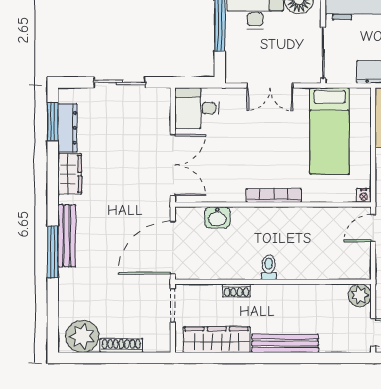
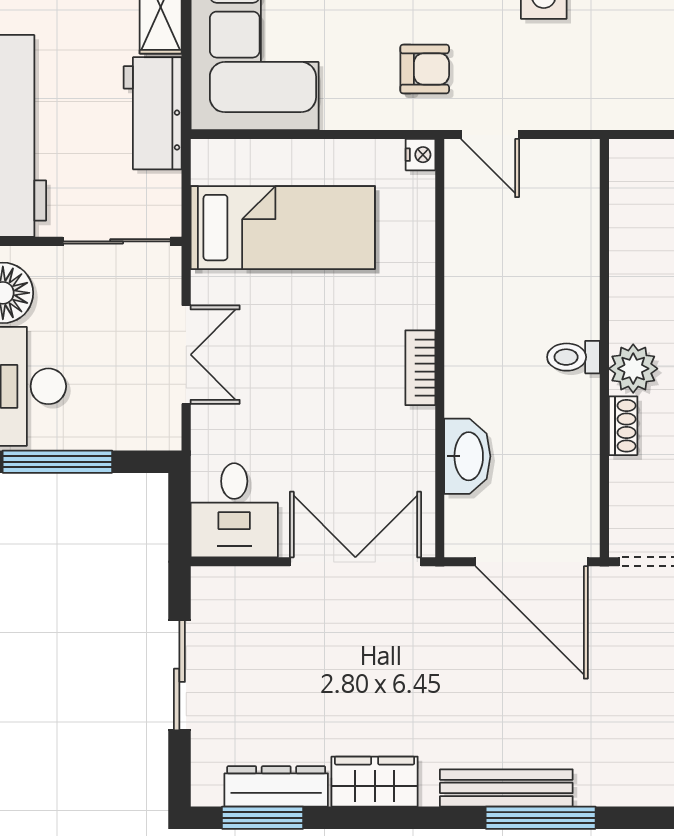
bookcase: (274, 195) -> (420, 368), width x0.64
washbasin: (217, 217) -> (467, 456), width x1.38
plant: (360, 295) -> (633, 369), moved

